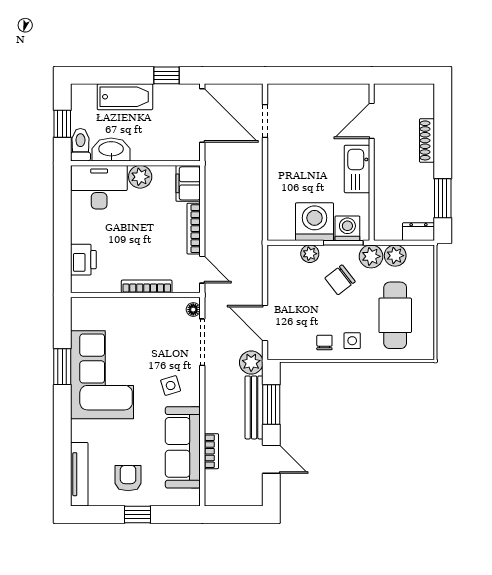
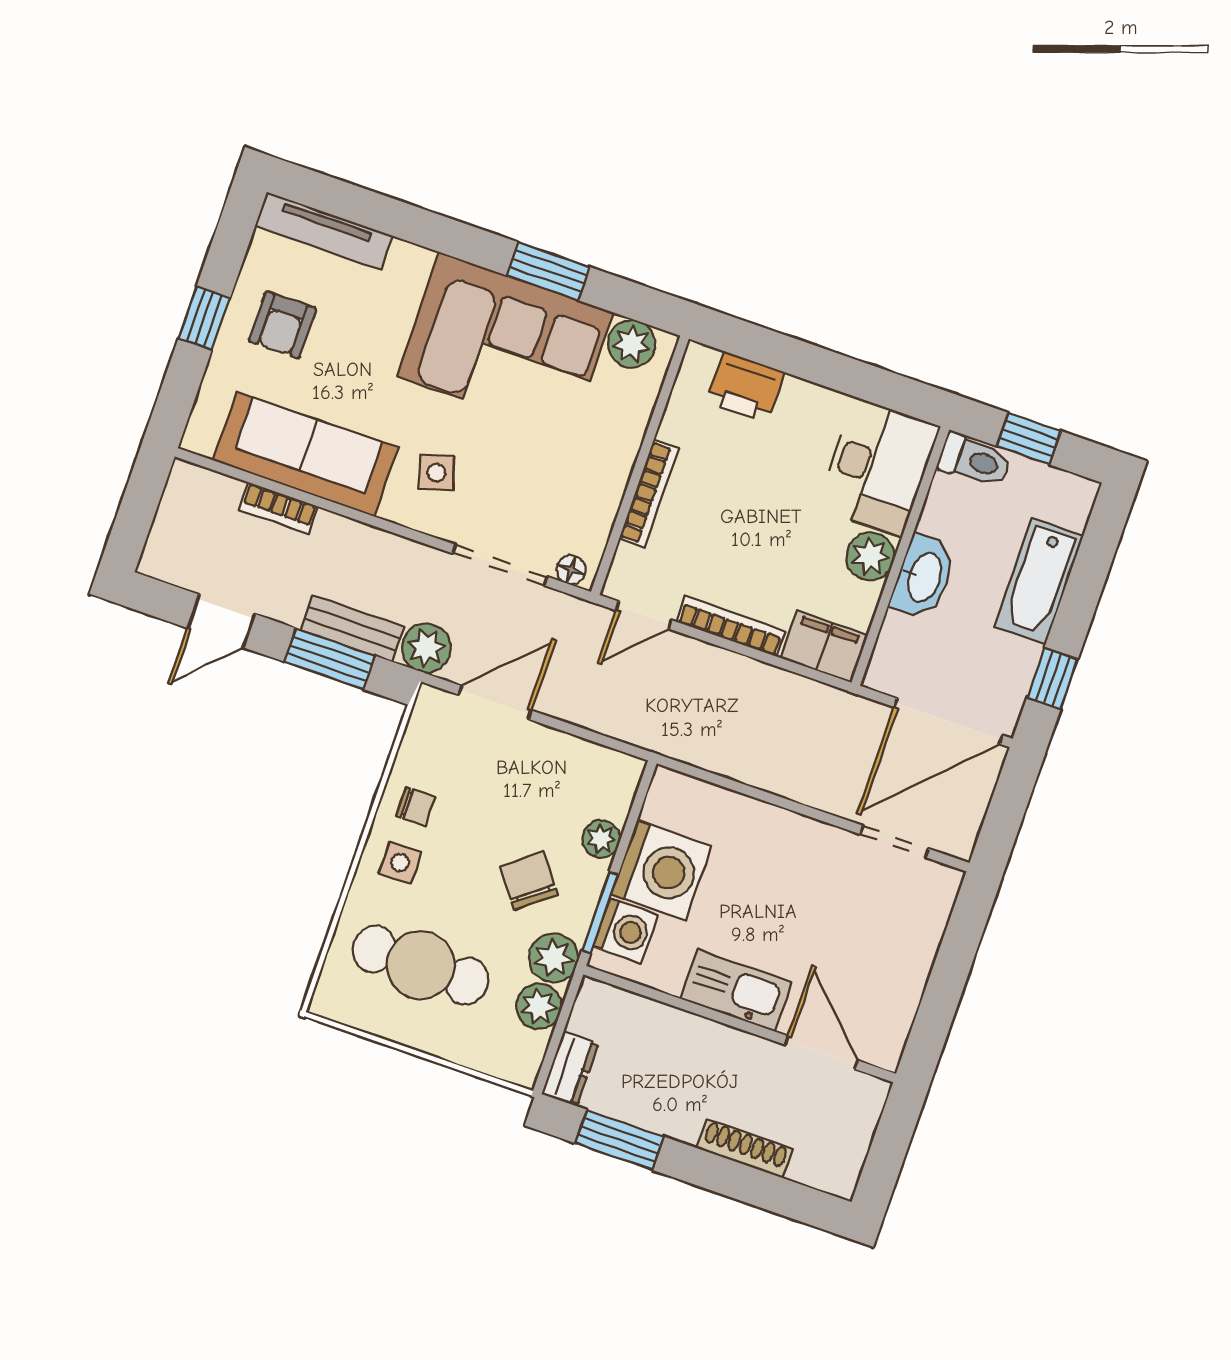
washbasin: (111, 150) -> (923, 577), moved
plant: (82, 318) -> (632, 344), added
bench: (254, 407) -> (352, 628), width x0.73
armchair: (128, 478) -> (283, 325), turned 90

